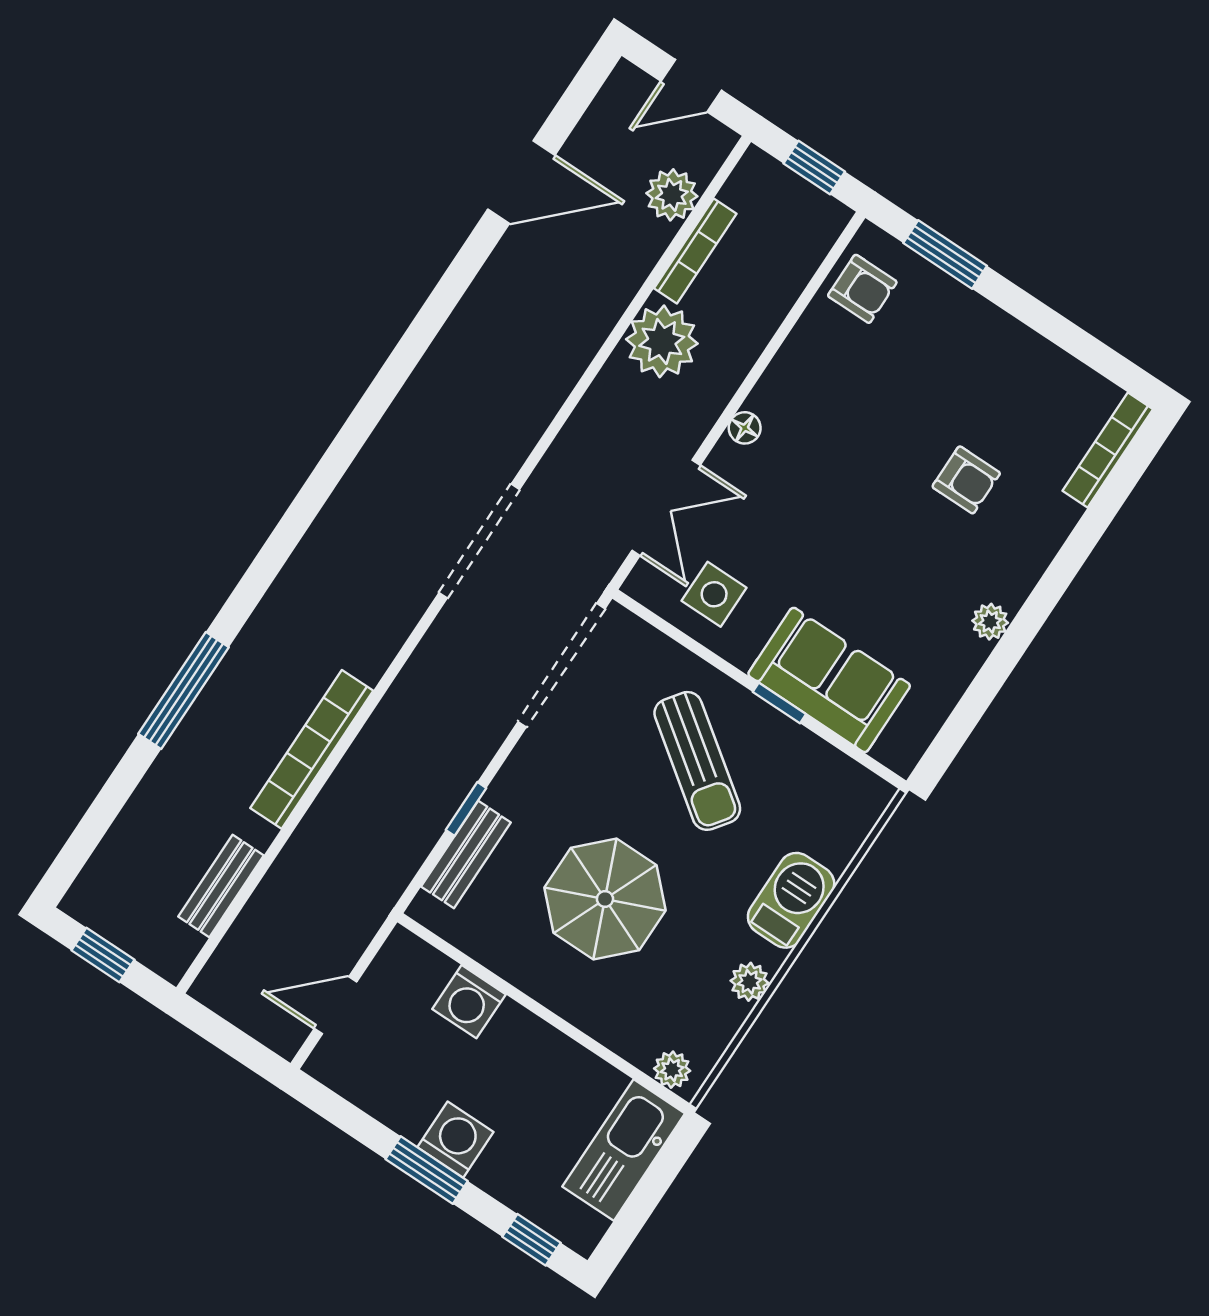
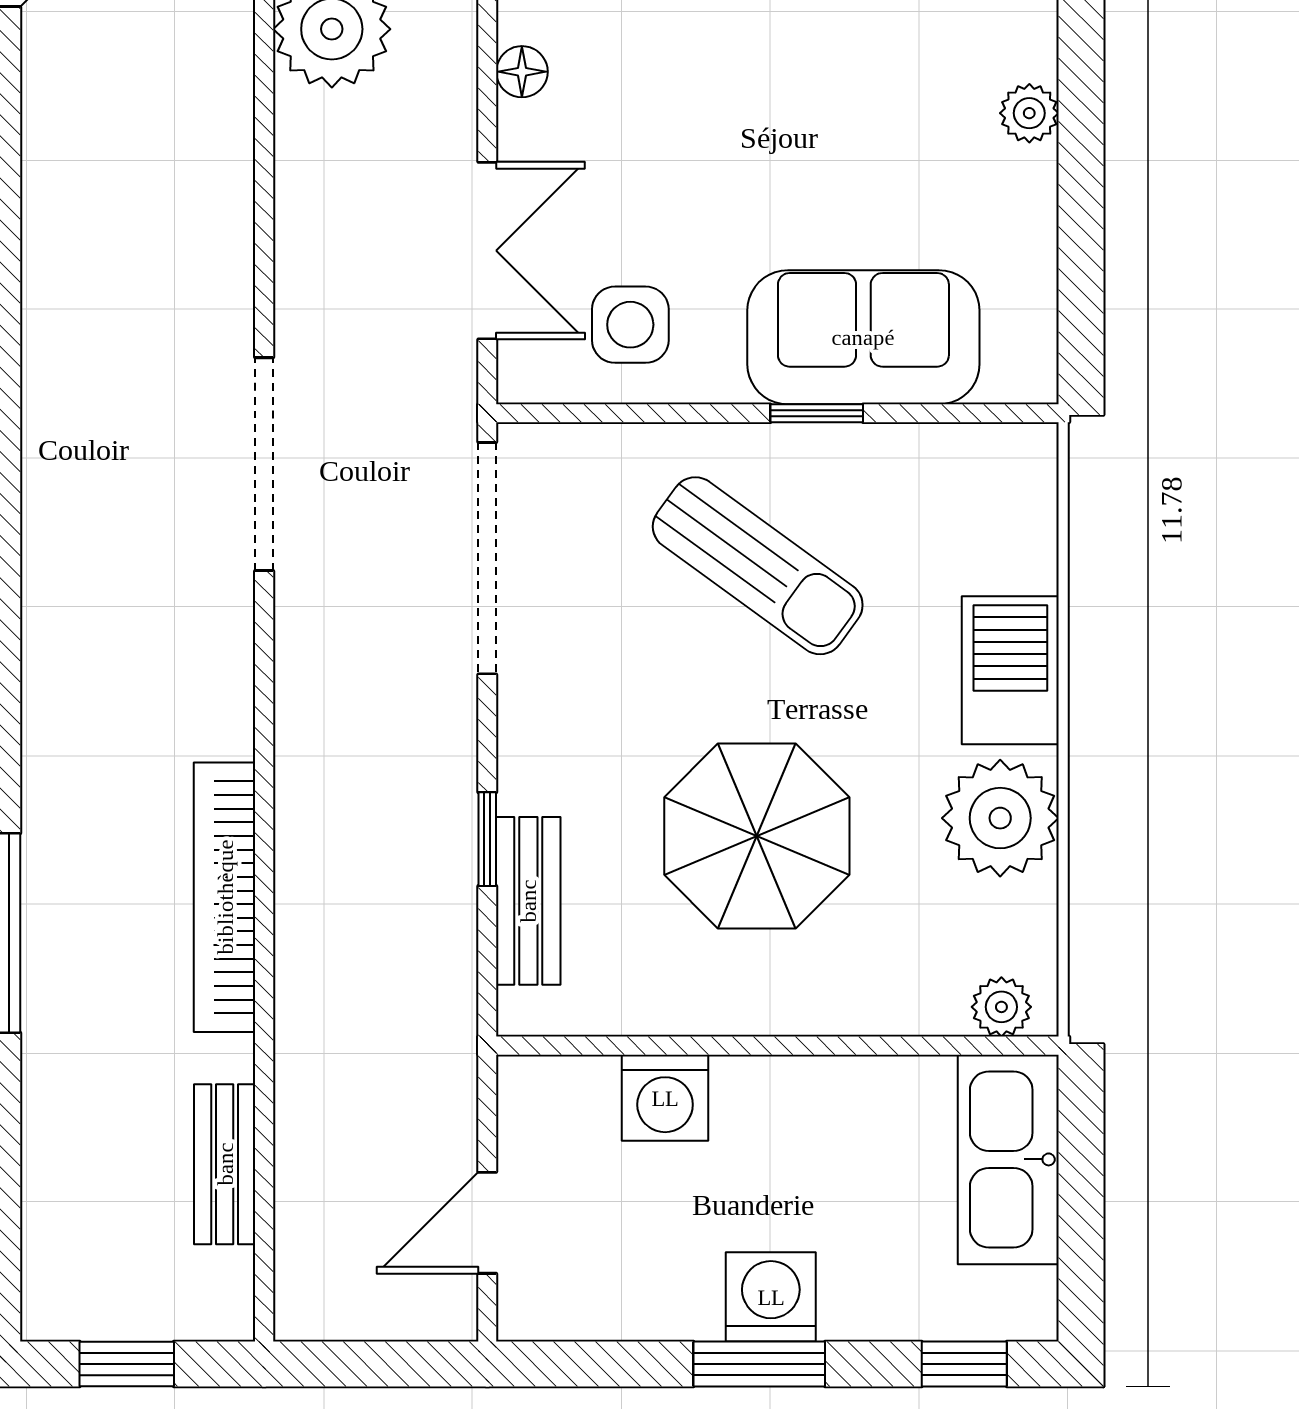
plant: (750, 982) -> (1000, 818), width x1.87, depth x1.87

